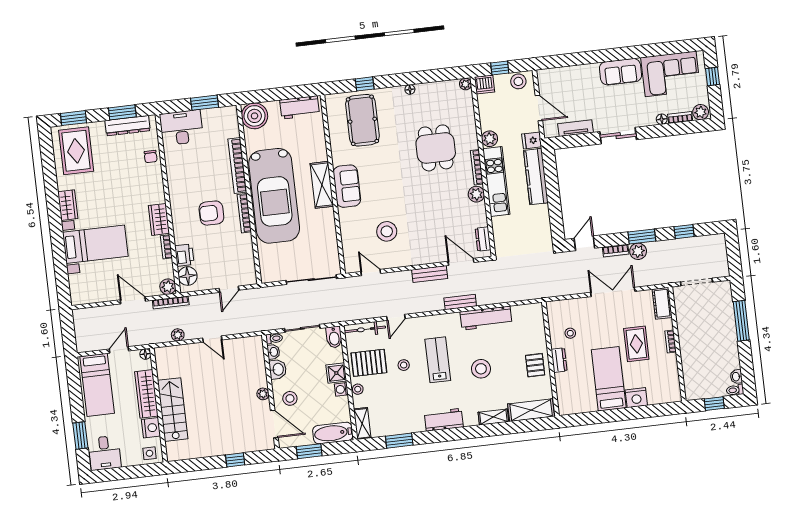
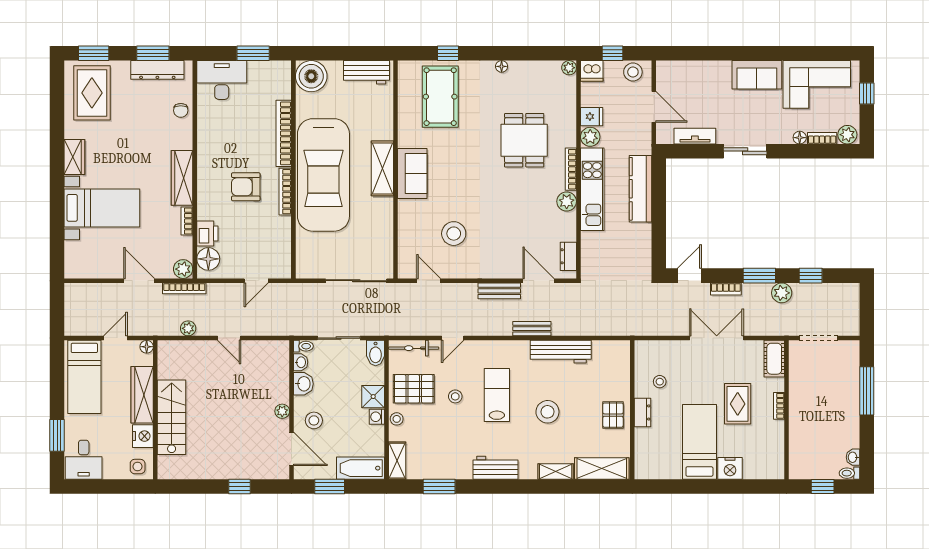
fridge: (532, 140) -> (592, 117), moved, turned 180
wardrobe: (159, 219) -> (182, 178), width x1.50
plant: (638, 251) -> (782, 293), moved

